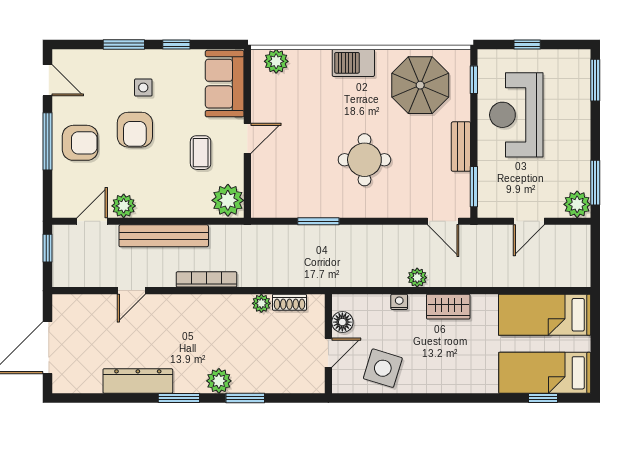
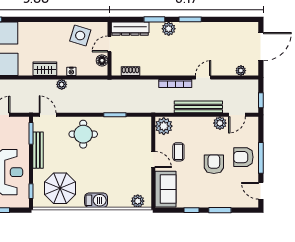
side table: (143, 88) -> (209, 187), removed
door: (247, 138) -> (153, 159), swing flipped
bench: (461, 147) -> (38, 150), width x1.36
round table: (364, 160) -> (83, 134), moved
door: (131, 291) -> (203, 77), moved
plant: (261, 303) -> (241, 71), moved
dresser: (138, 381) -> (130, 29), moved

